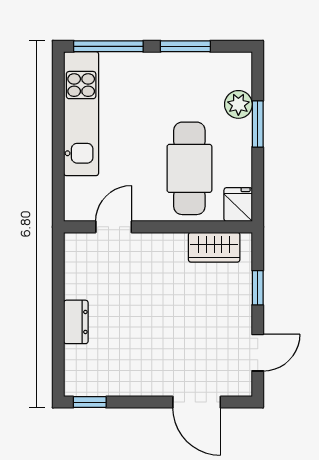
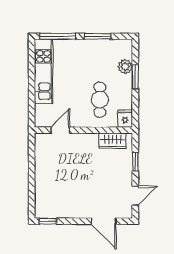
cafe table: (189, 168) -> (100, 100), width x0.73, depth x0.74
dresser: (76, 322) -> (41, 180), removed

